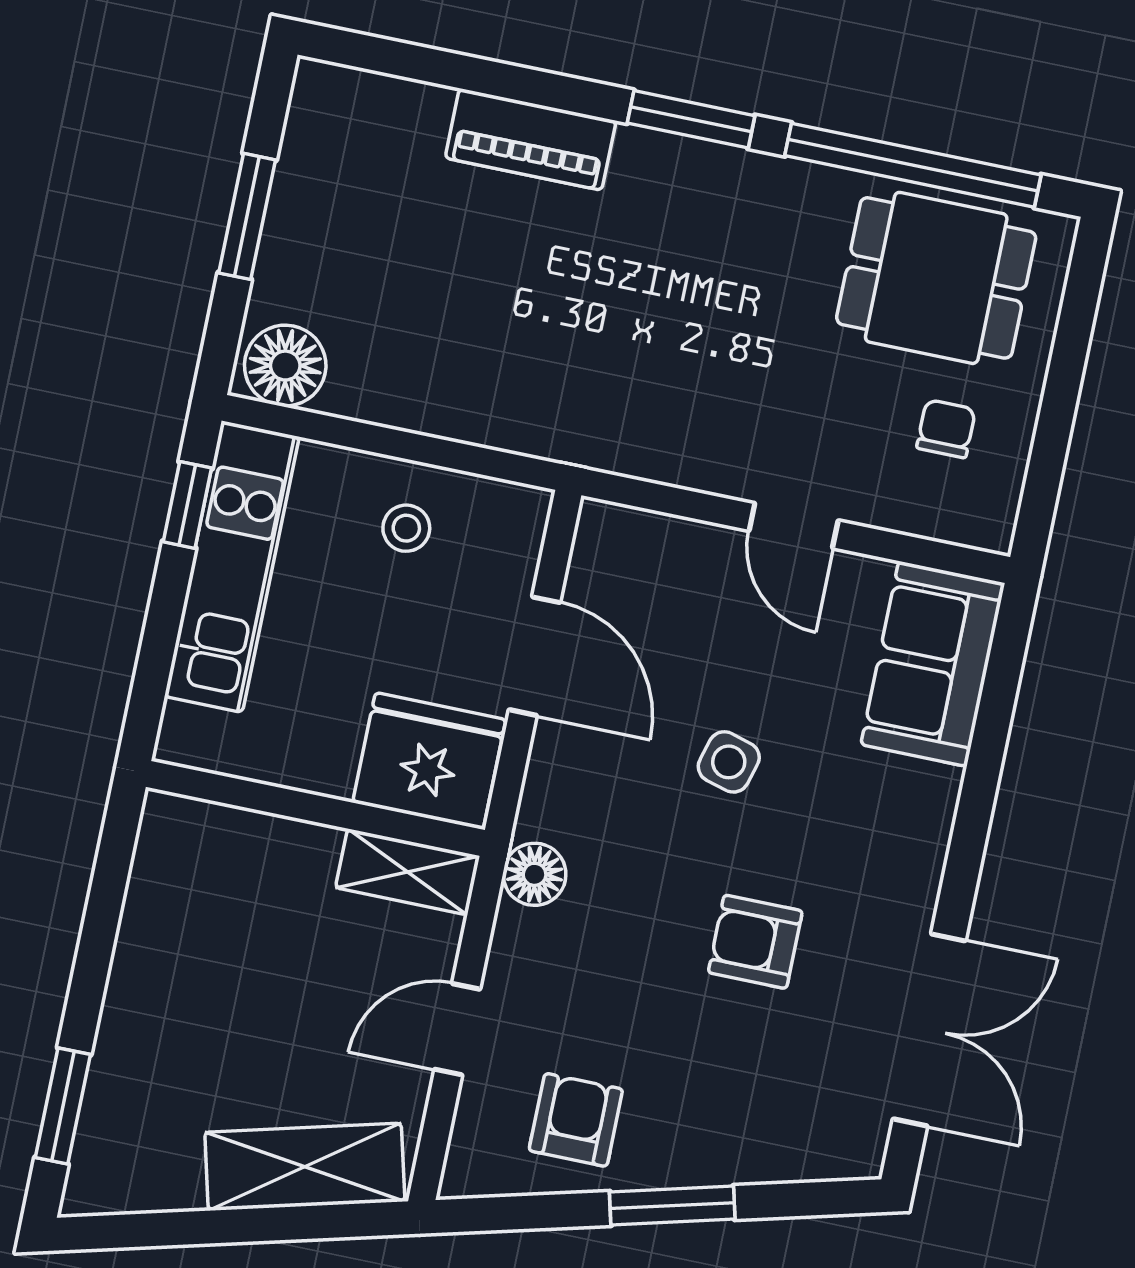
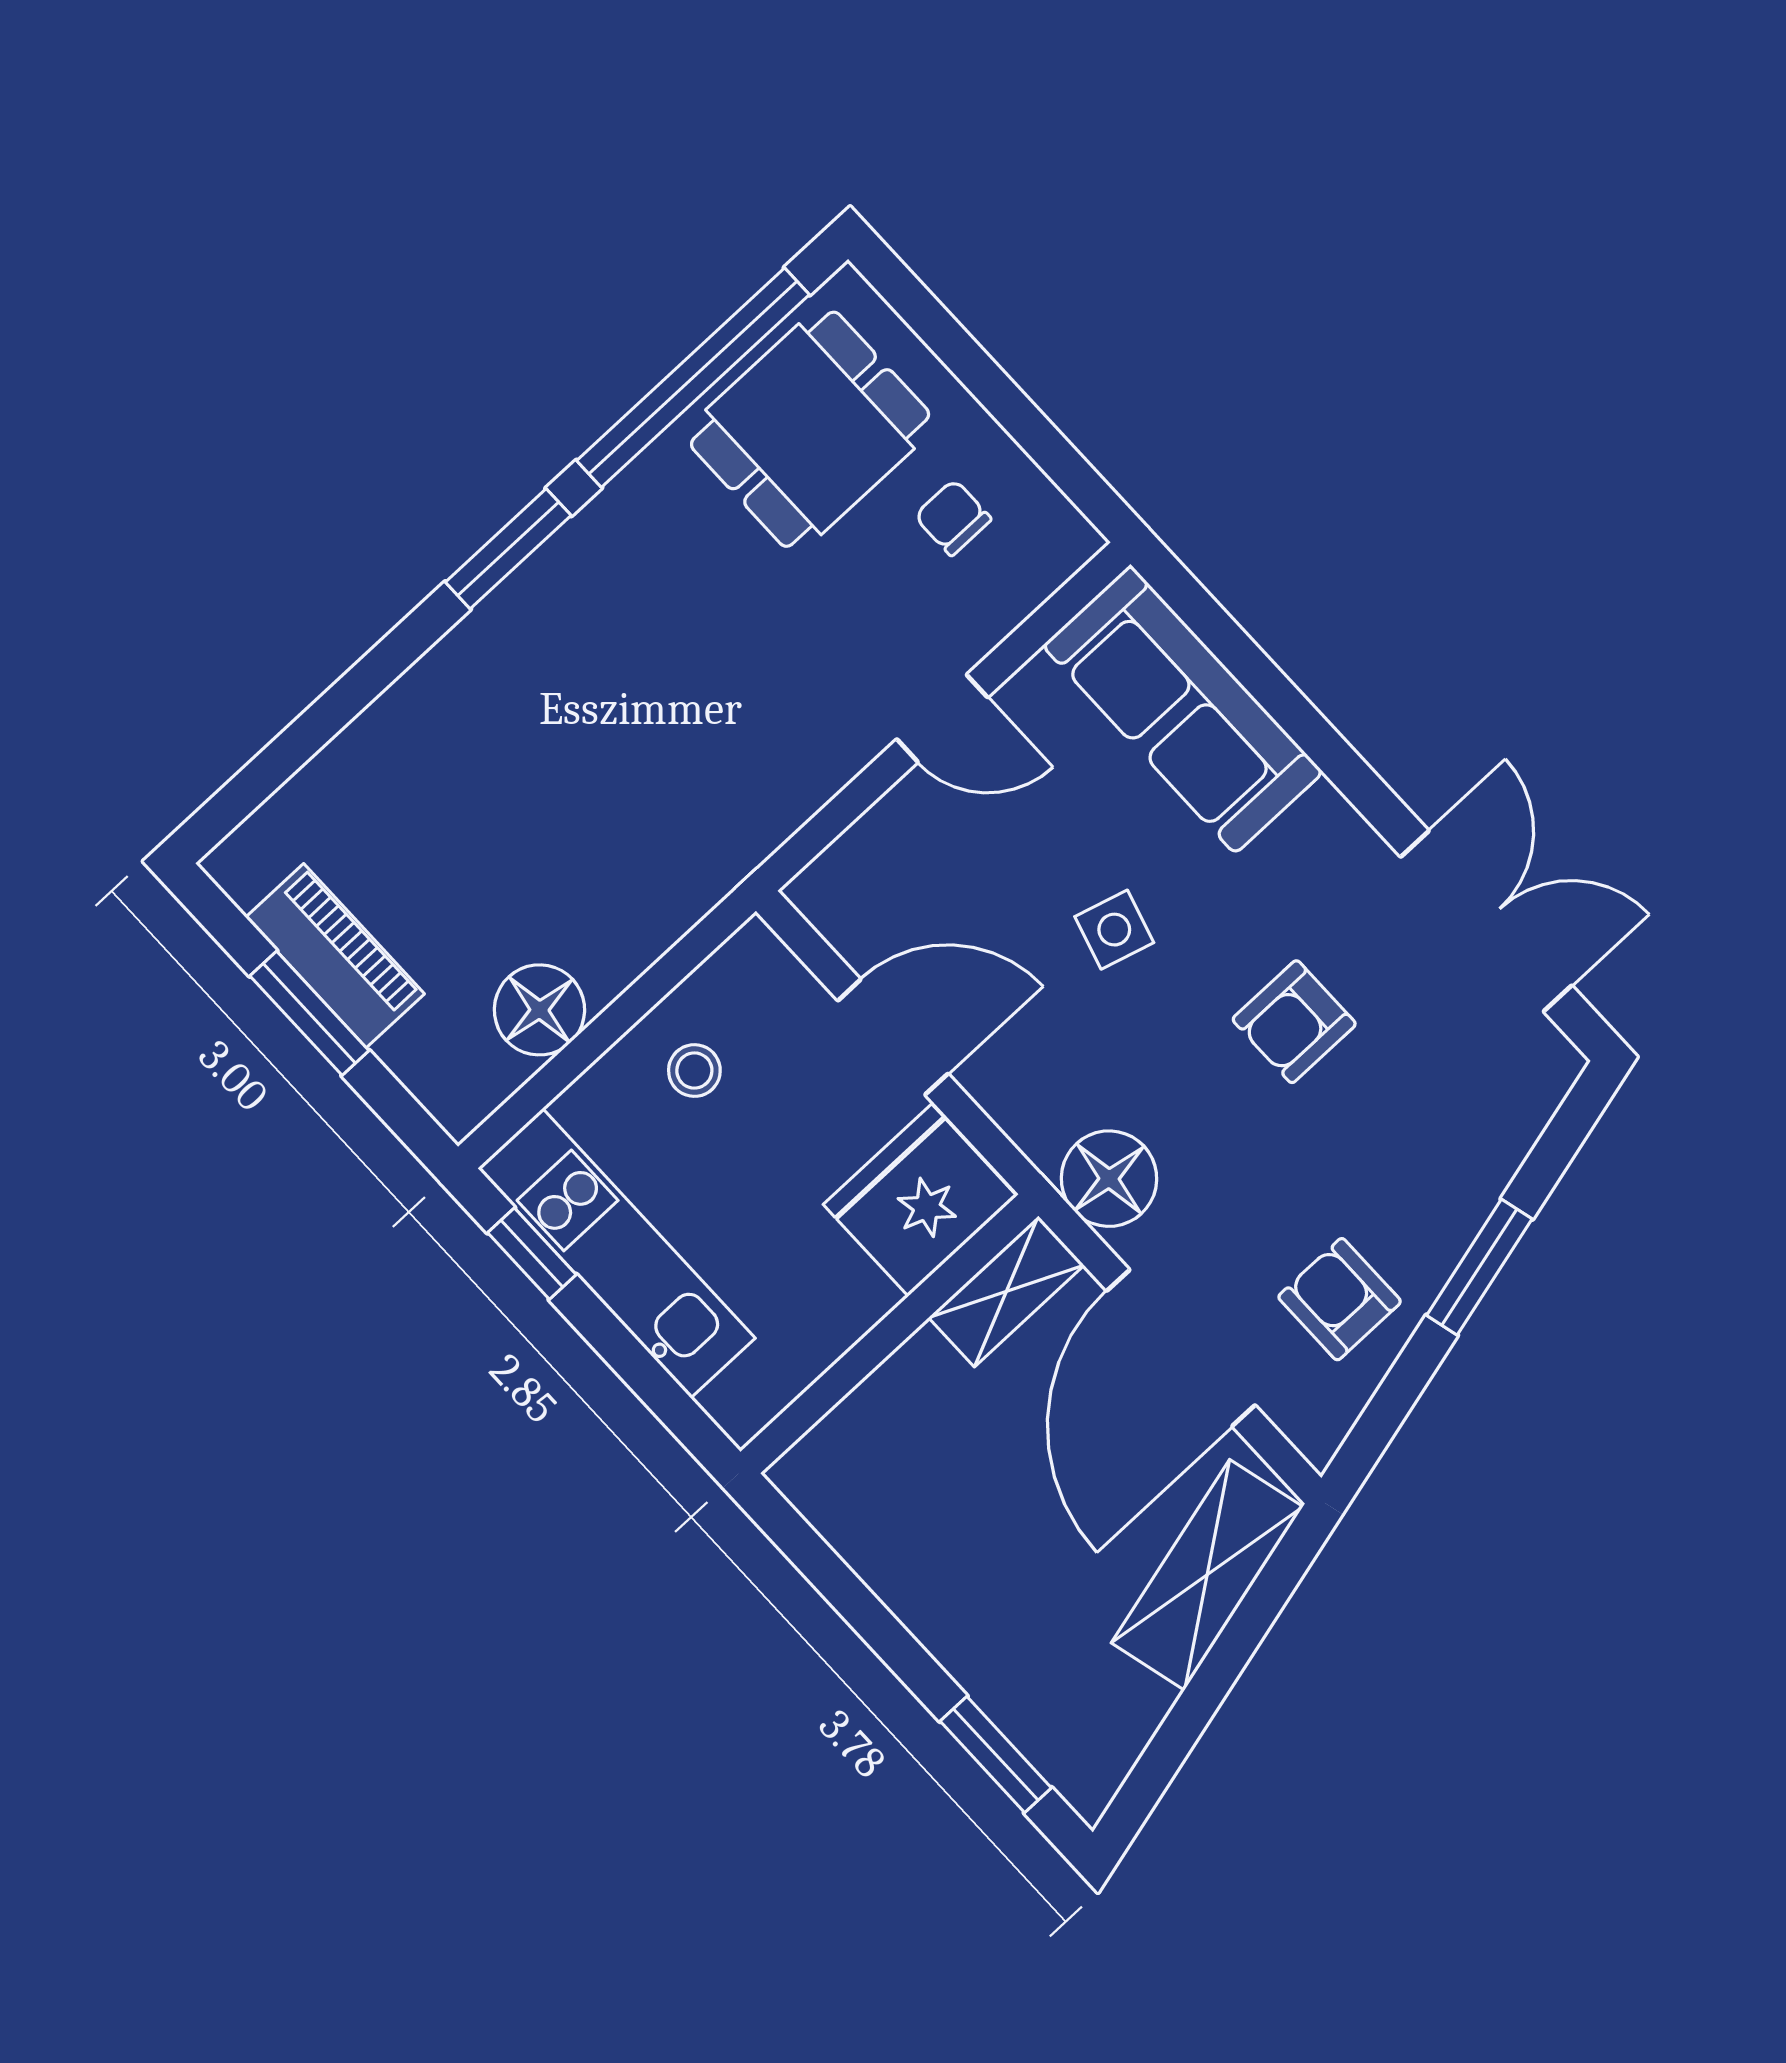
piano: (531, 139) -> (335, 956), moved, turned -90
floor lamp: (285, 366) -> (539, 1010), moved
sofa: (933, 664) -> (1183, 709), width x1.36
floor lamp: (535, 874) -> (1109, 1179), width x1.38, depth x1.38
door: (457, 1029) -> (1181, 1348), width x1.88

